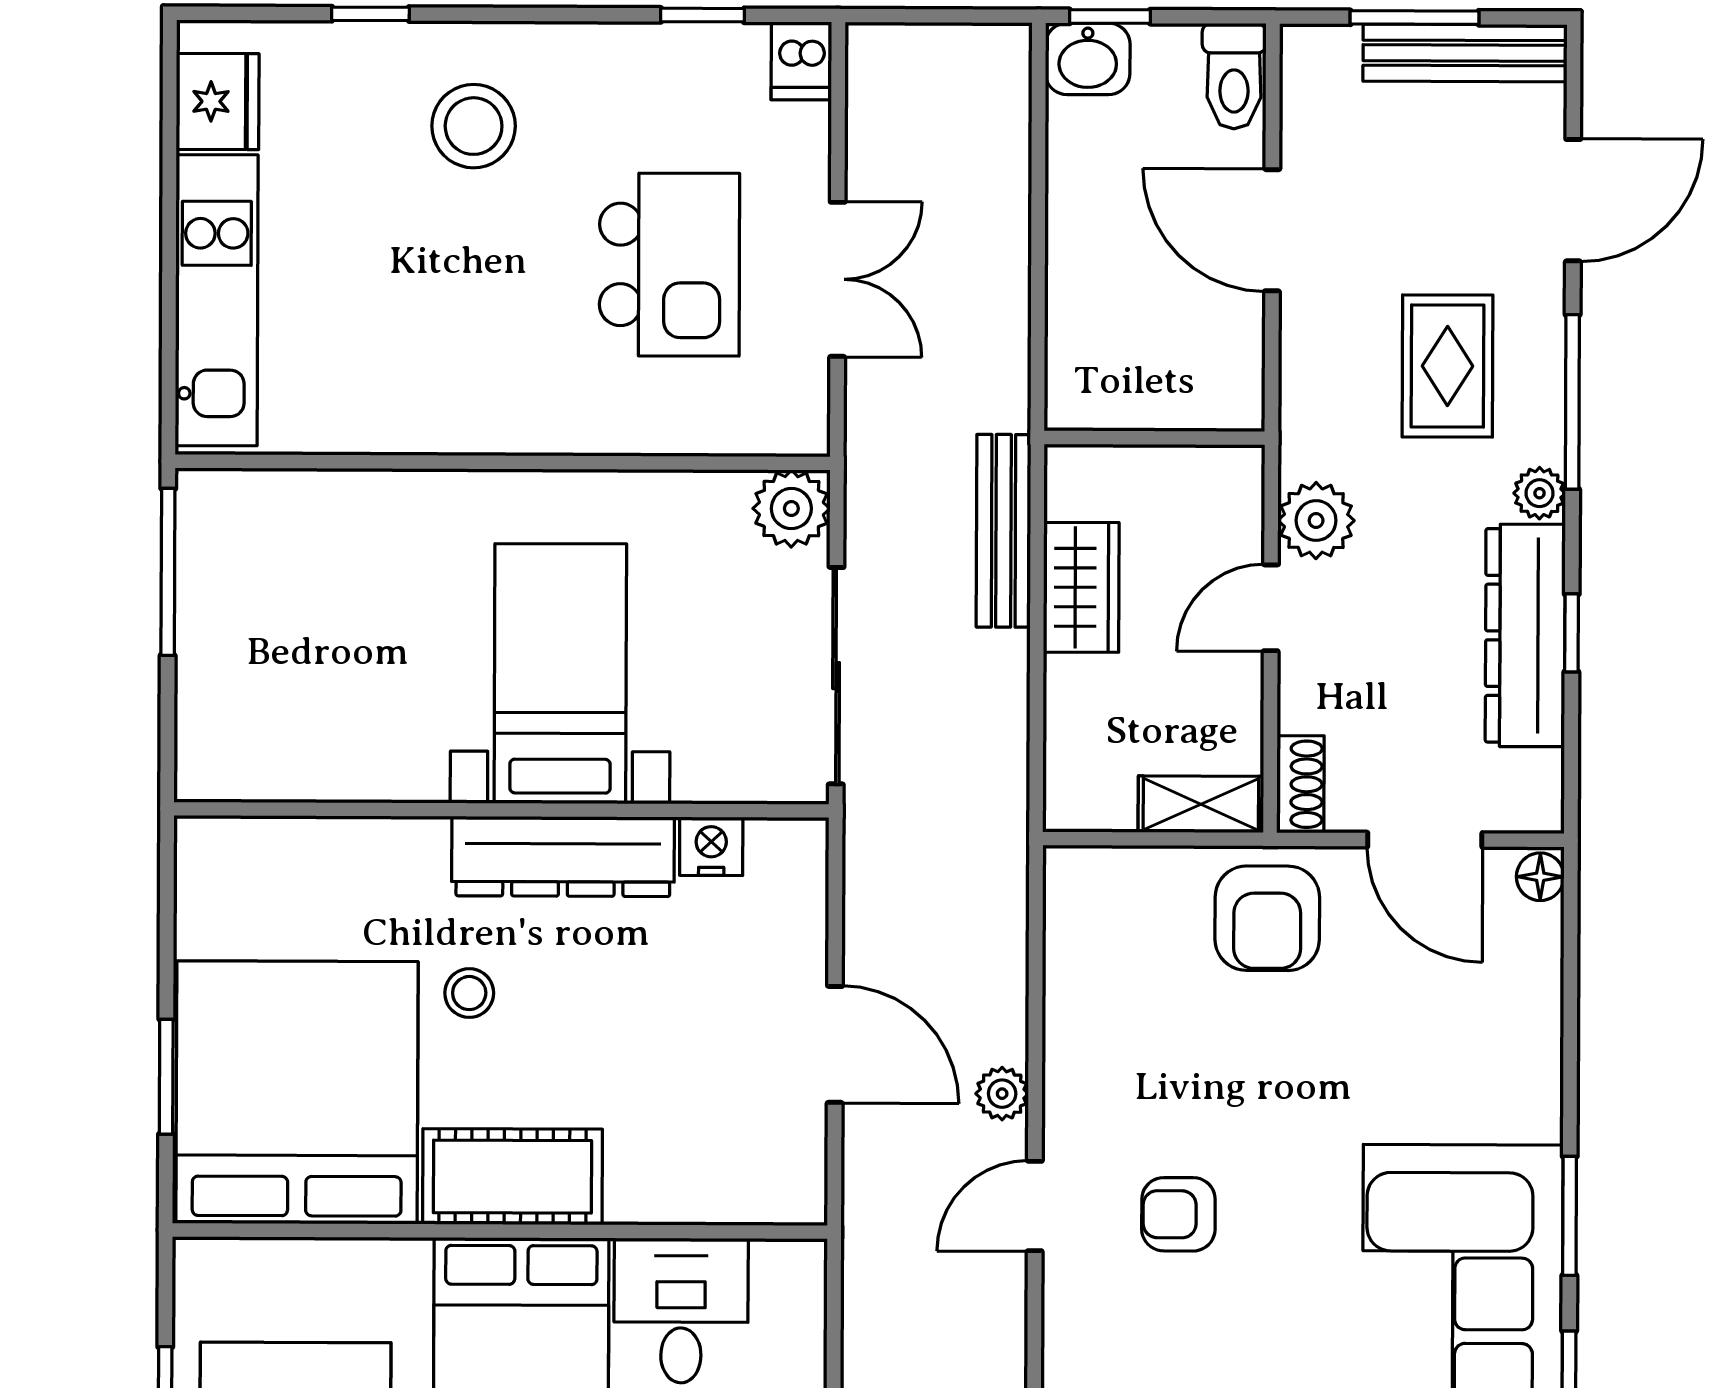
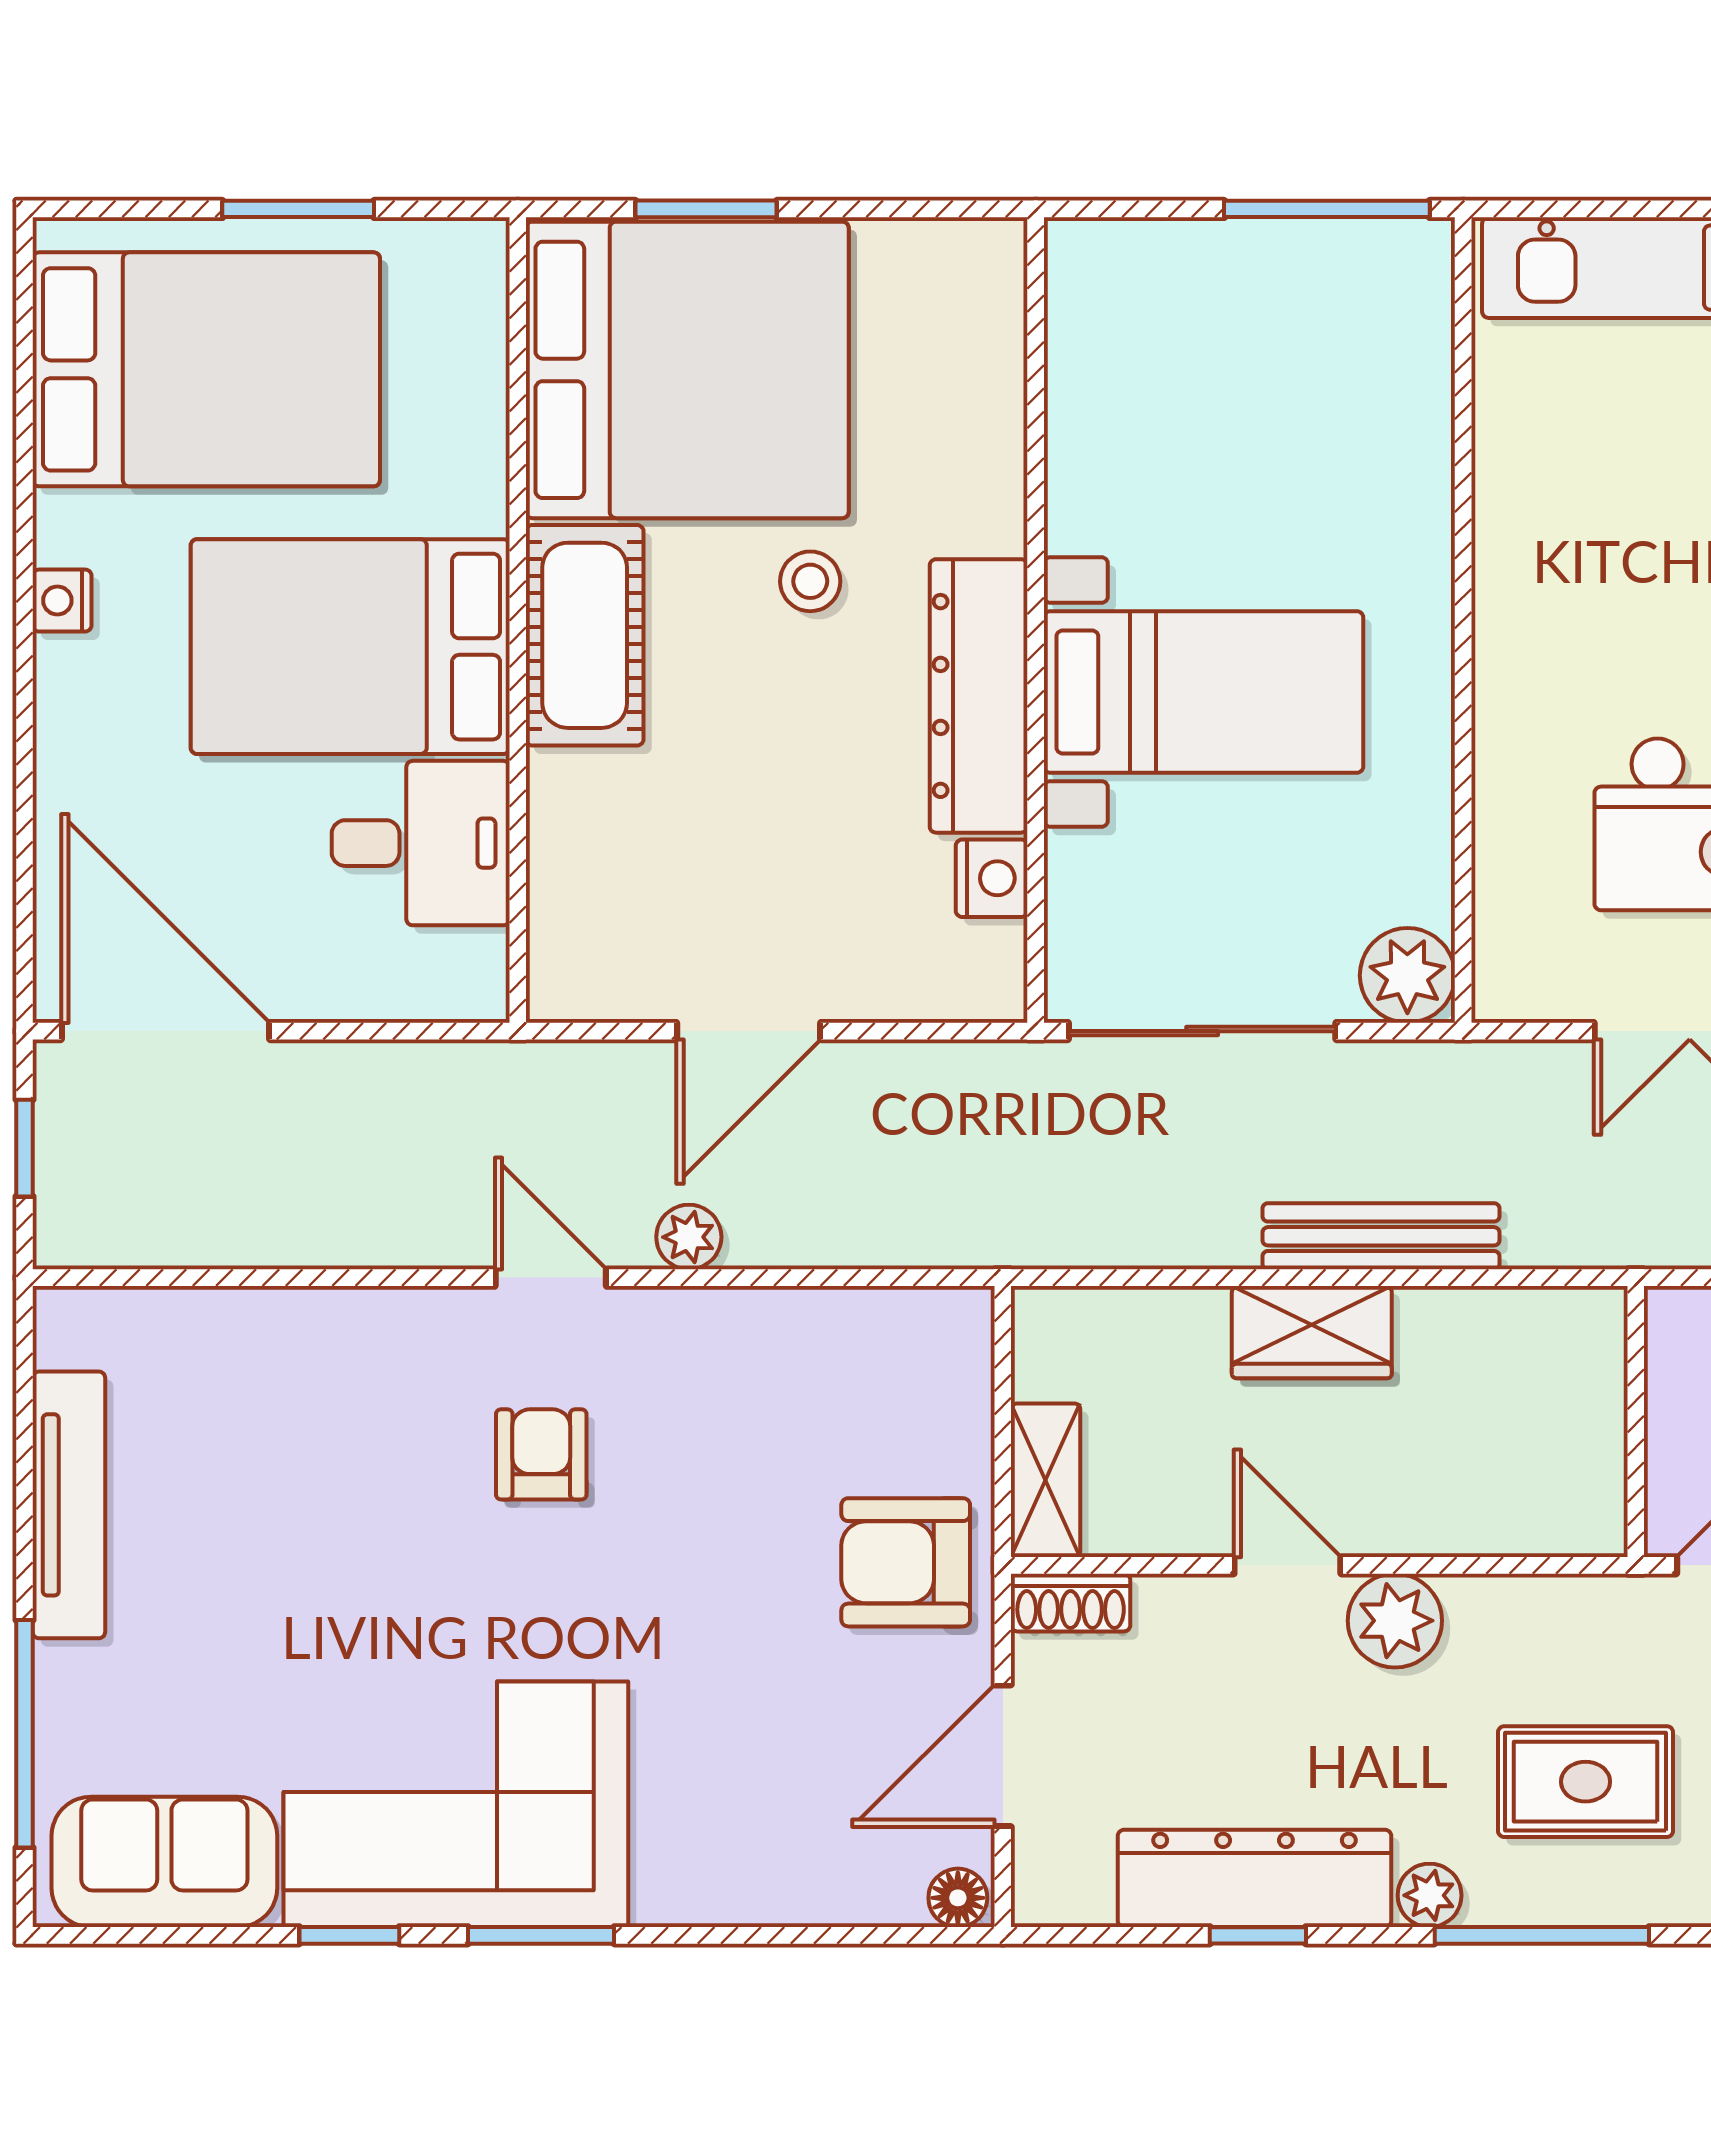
wall: (1154, 438) -> (1636, 1422), moved

